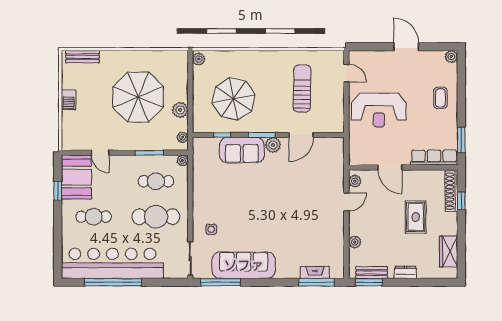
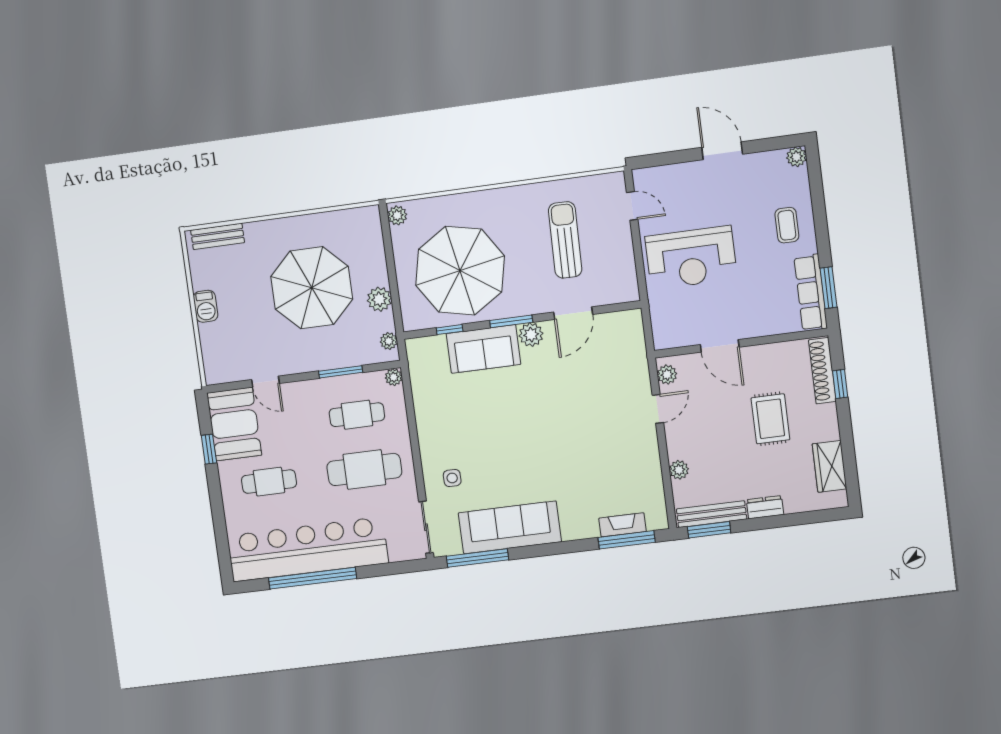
parasol: (234, 99) -> (460, 271), width x1.36, depth x1.36
row of seats: (434, 158) -> (811, 293), moved, turned -90
bench: (372, 273) -> (712, 514), width x1.36

